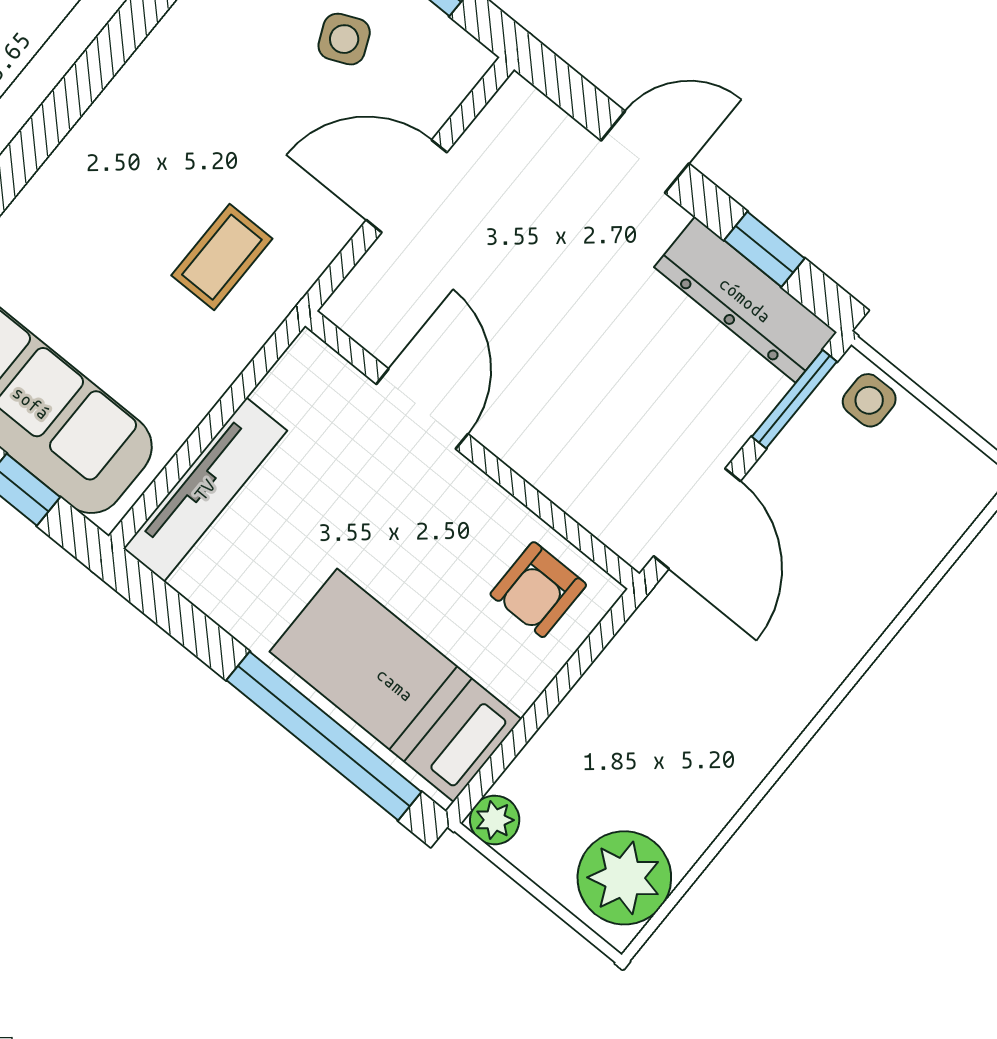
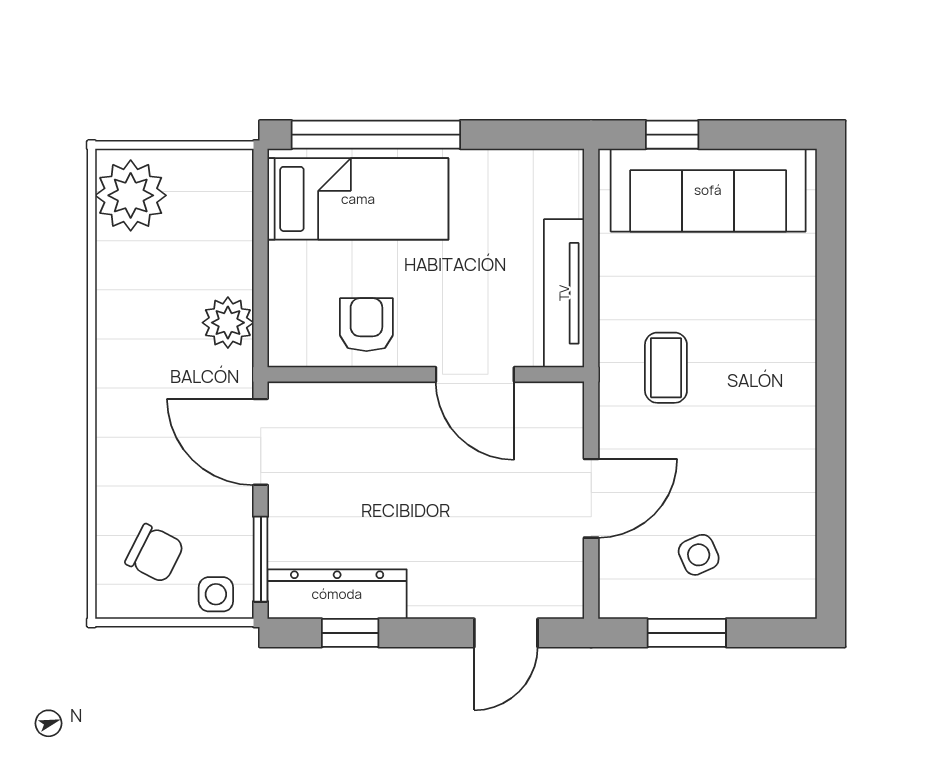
door: (645, 152) -> (506, 633), moved
tv unit: (205, 490) -> (564, 293), moved
chair: (898, 493) -> (155, 553), added
armchair: (538, 590) -> (366, 325), moved
plant: (495, 820) -> (228, 323), moved, width x1.38, depth x1.38

